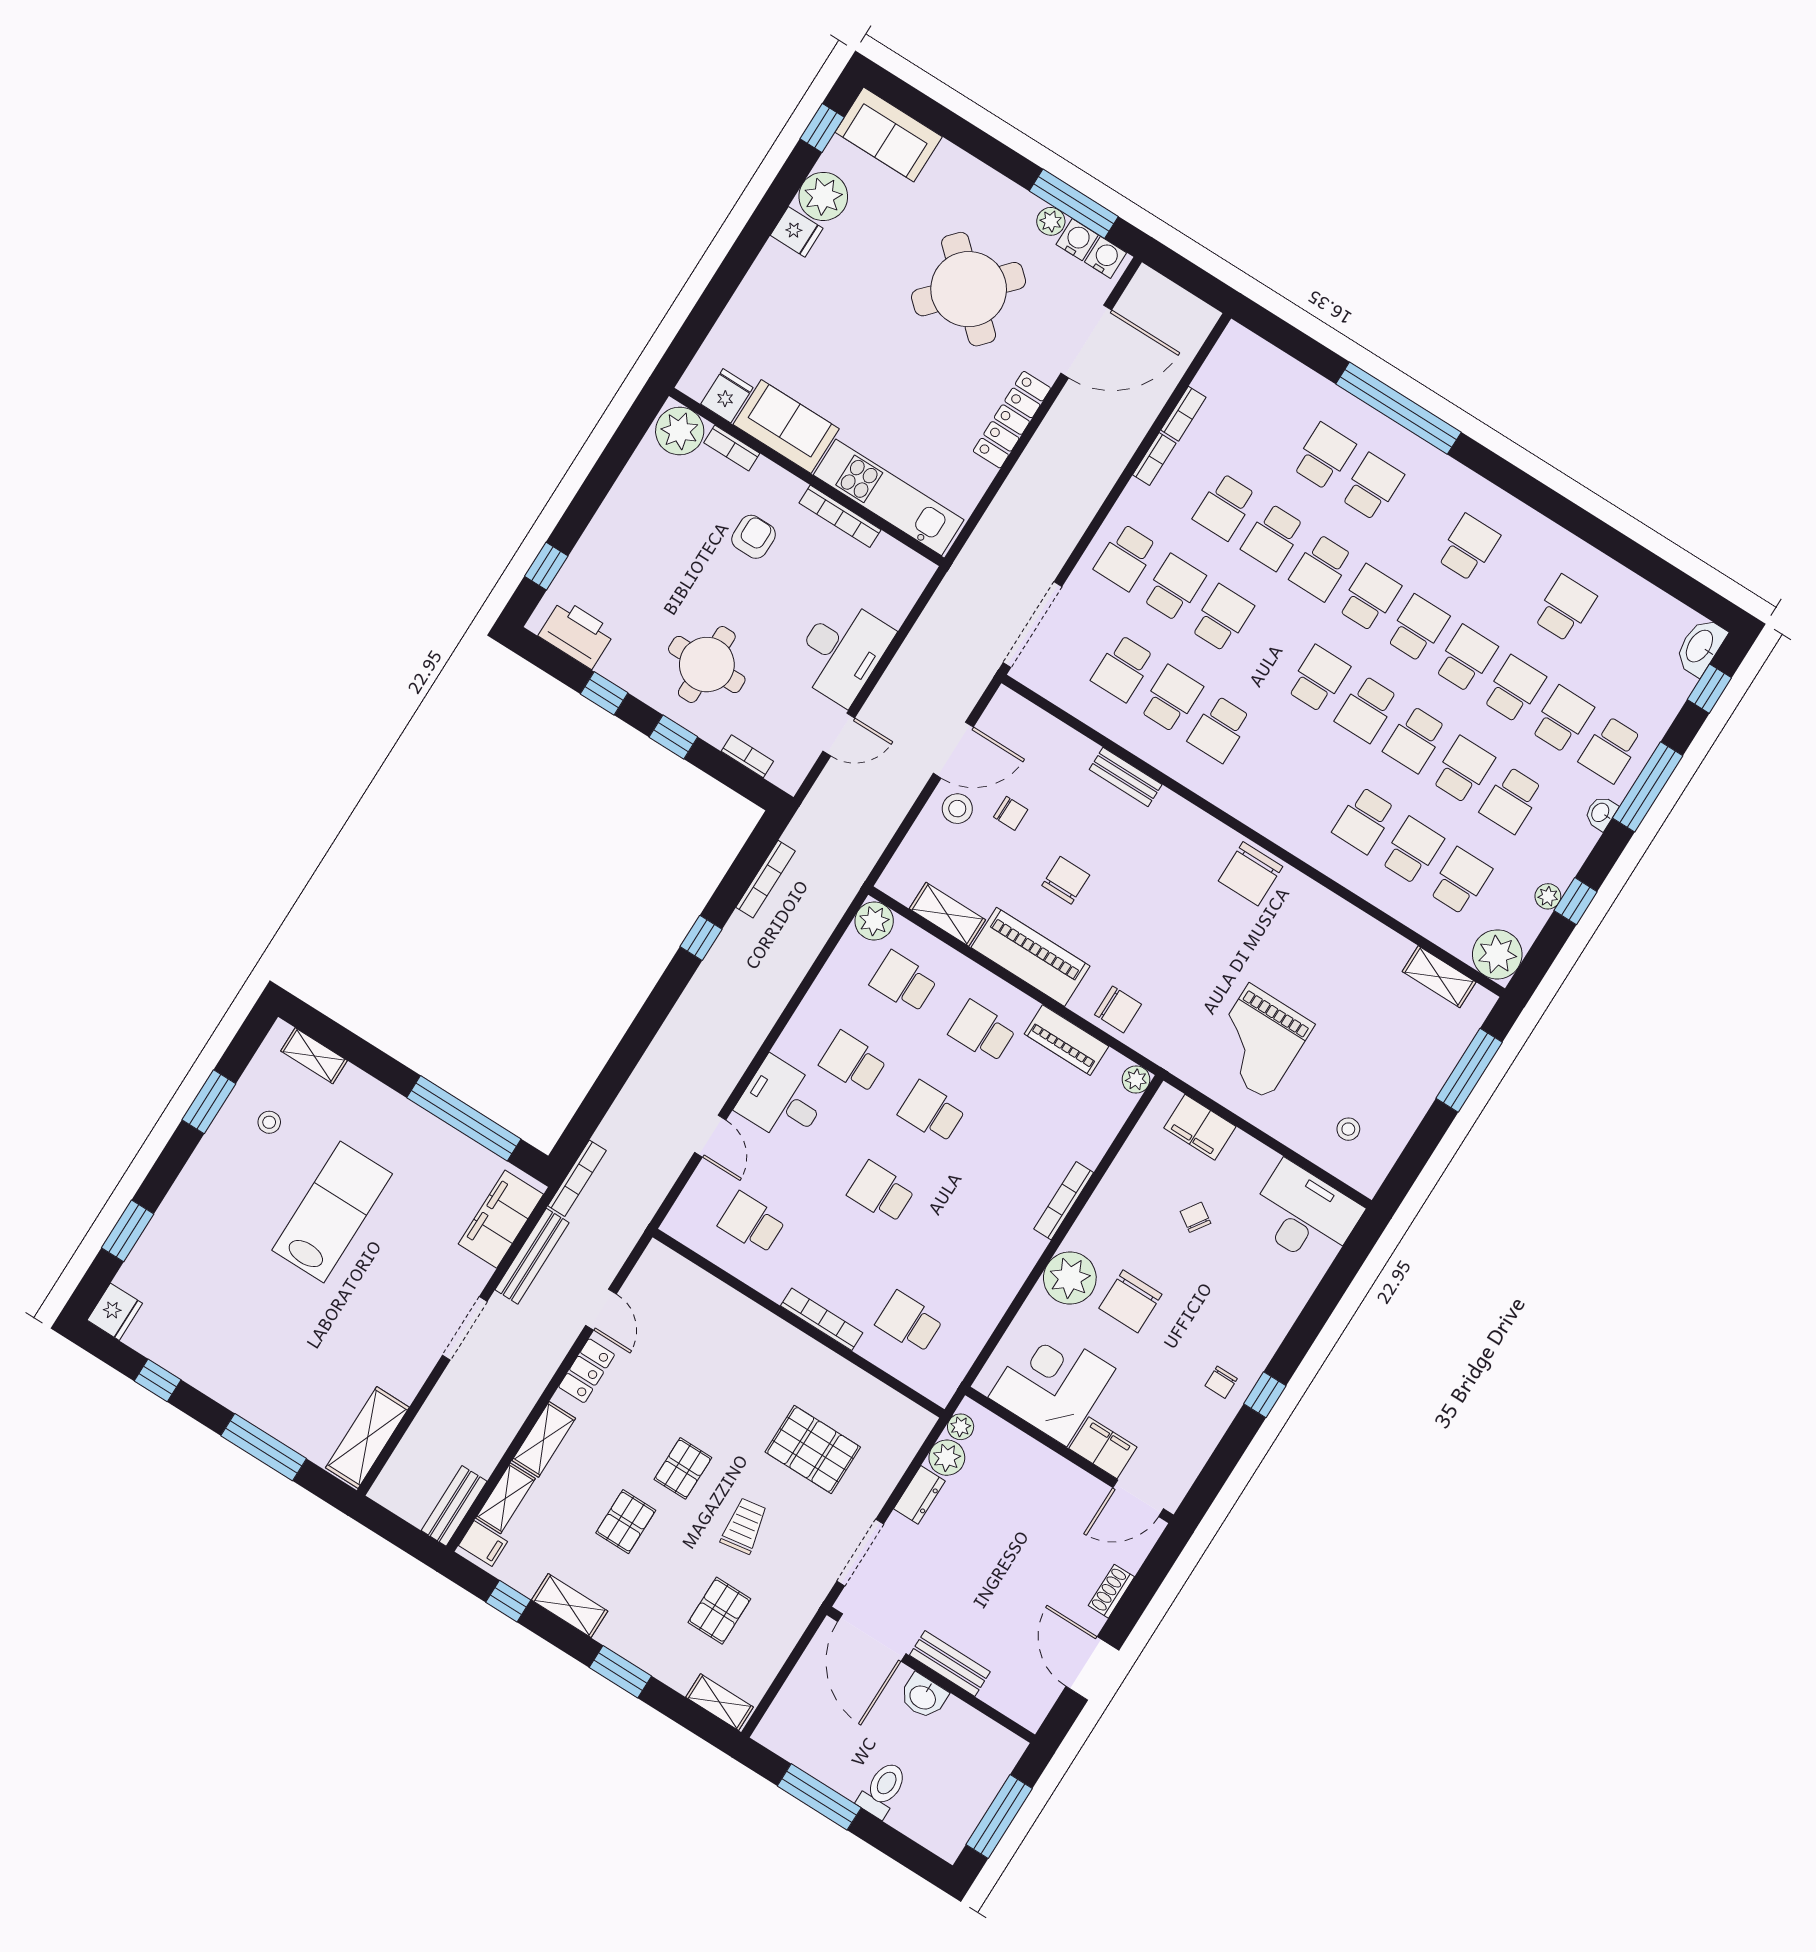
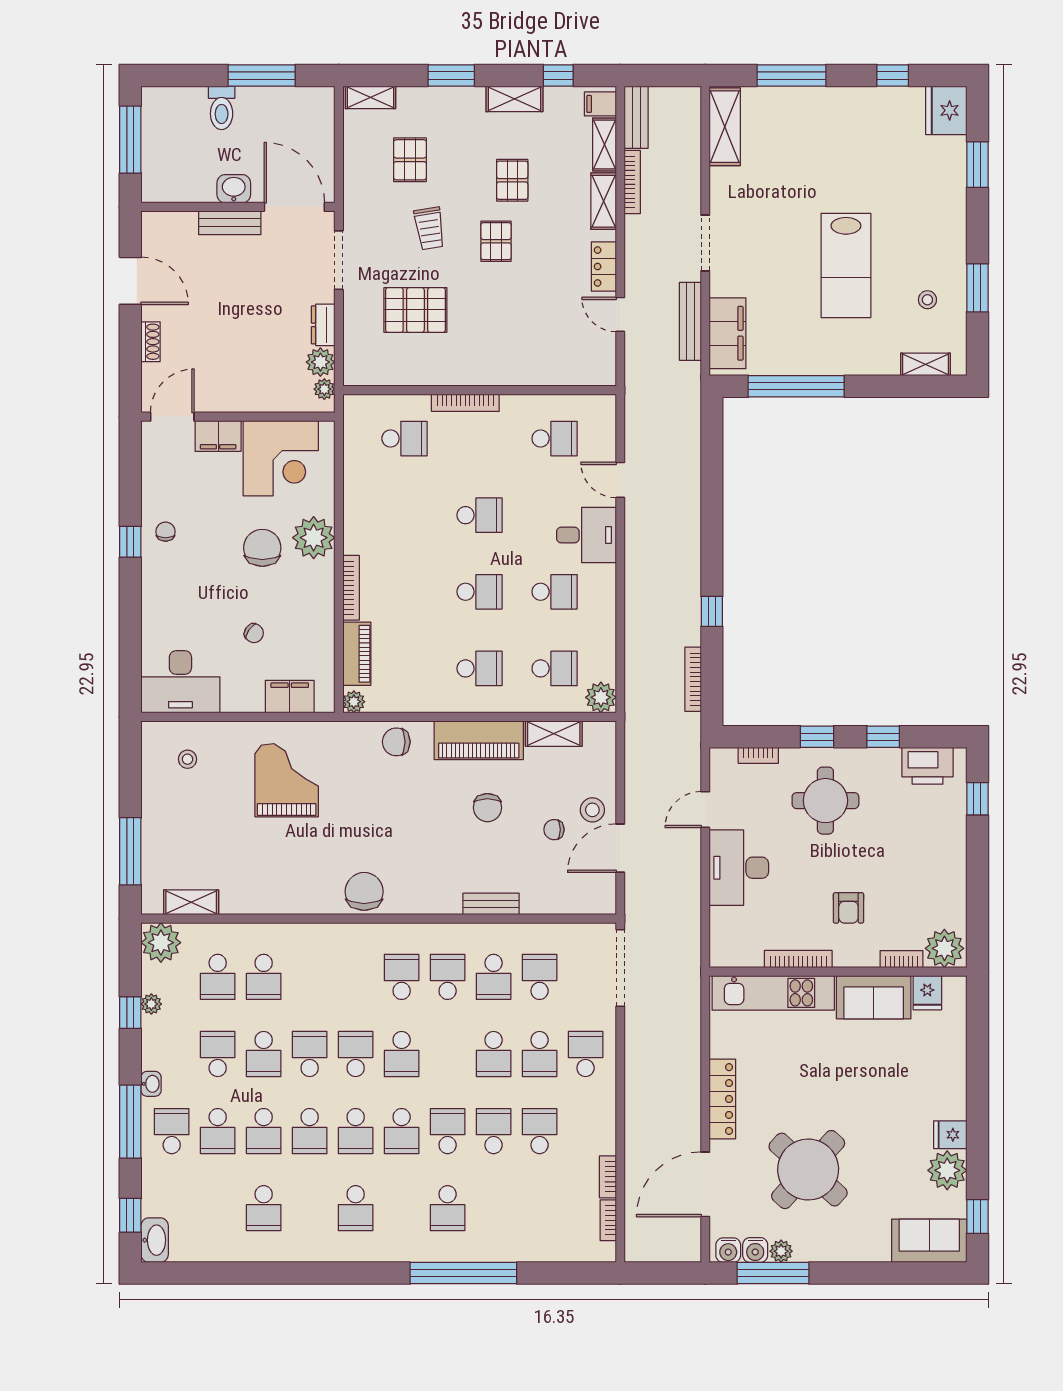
school desk: (1324, 456) -> (494, 1208), removed
bookcase: (1154, 459) -> (608, 1220), moved
school desk: (1364, 820) -> (402, 977), moved
piano: (1066, 1040) -> (357, 654), moved, turned 90
bookcase: (577, 1178) -> (632, 182), moved, turned 180
fridge: (115, 1312) -> (946, 110), width x1.36, depth x1.34

